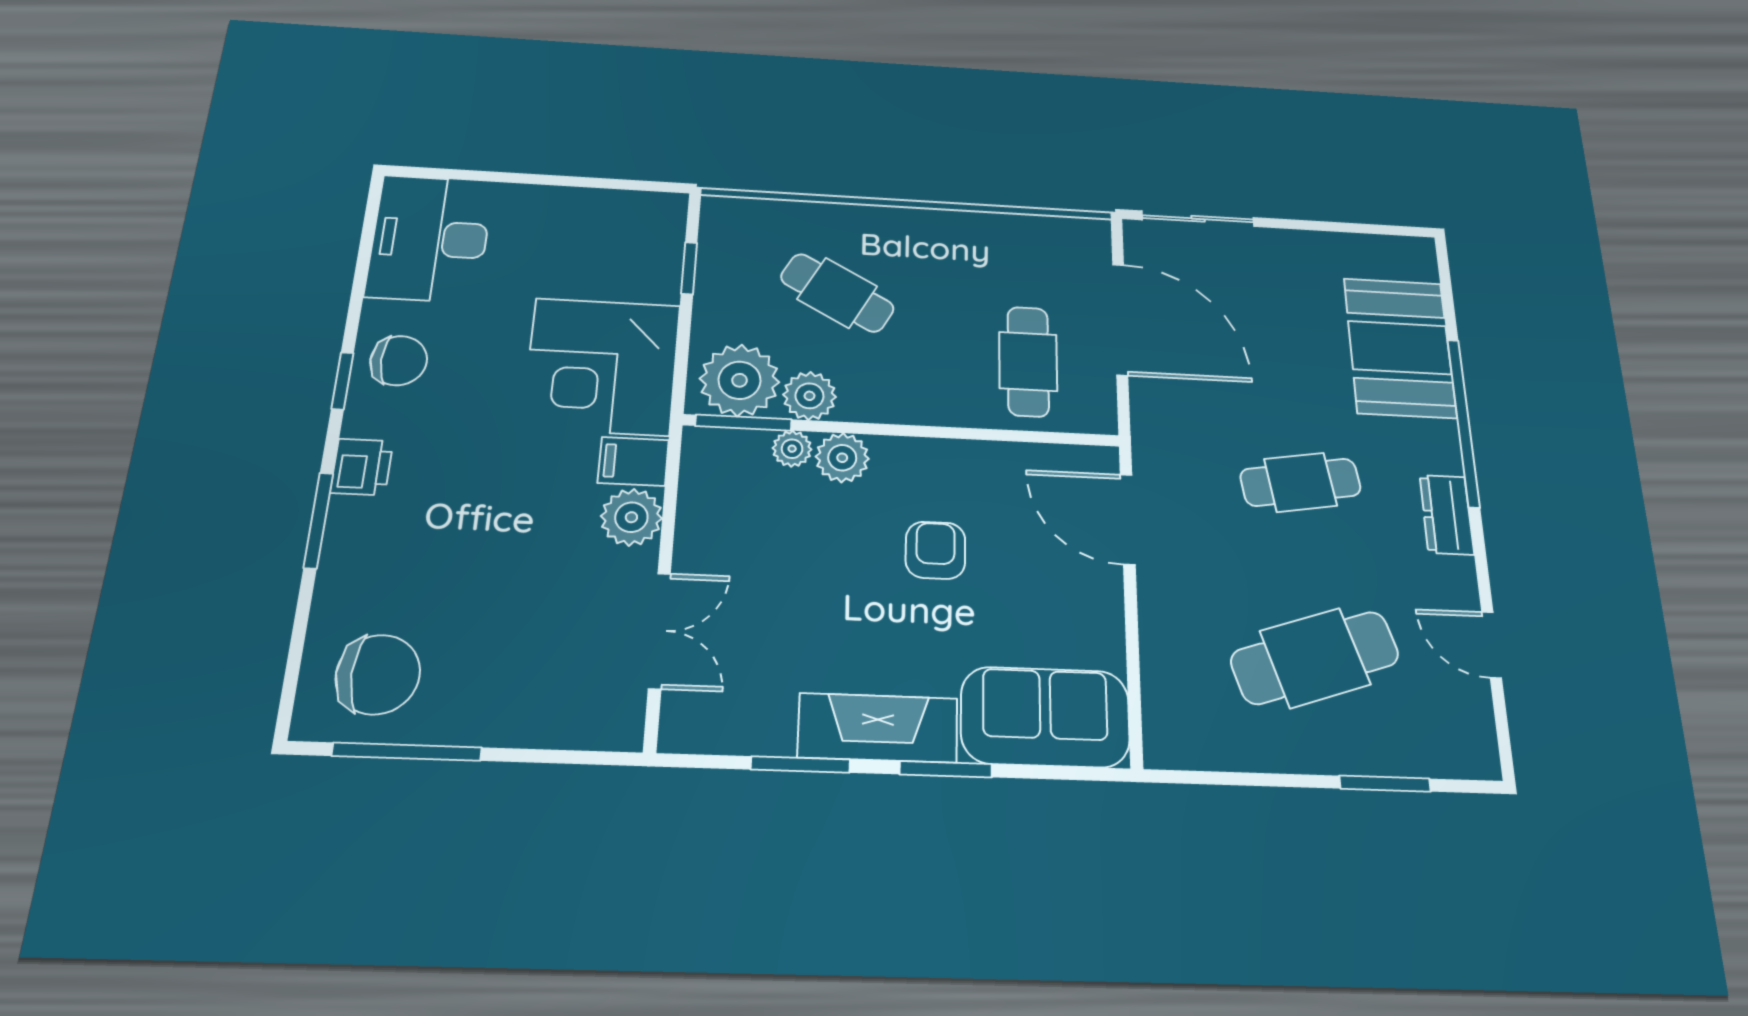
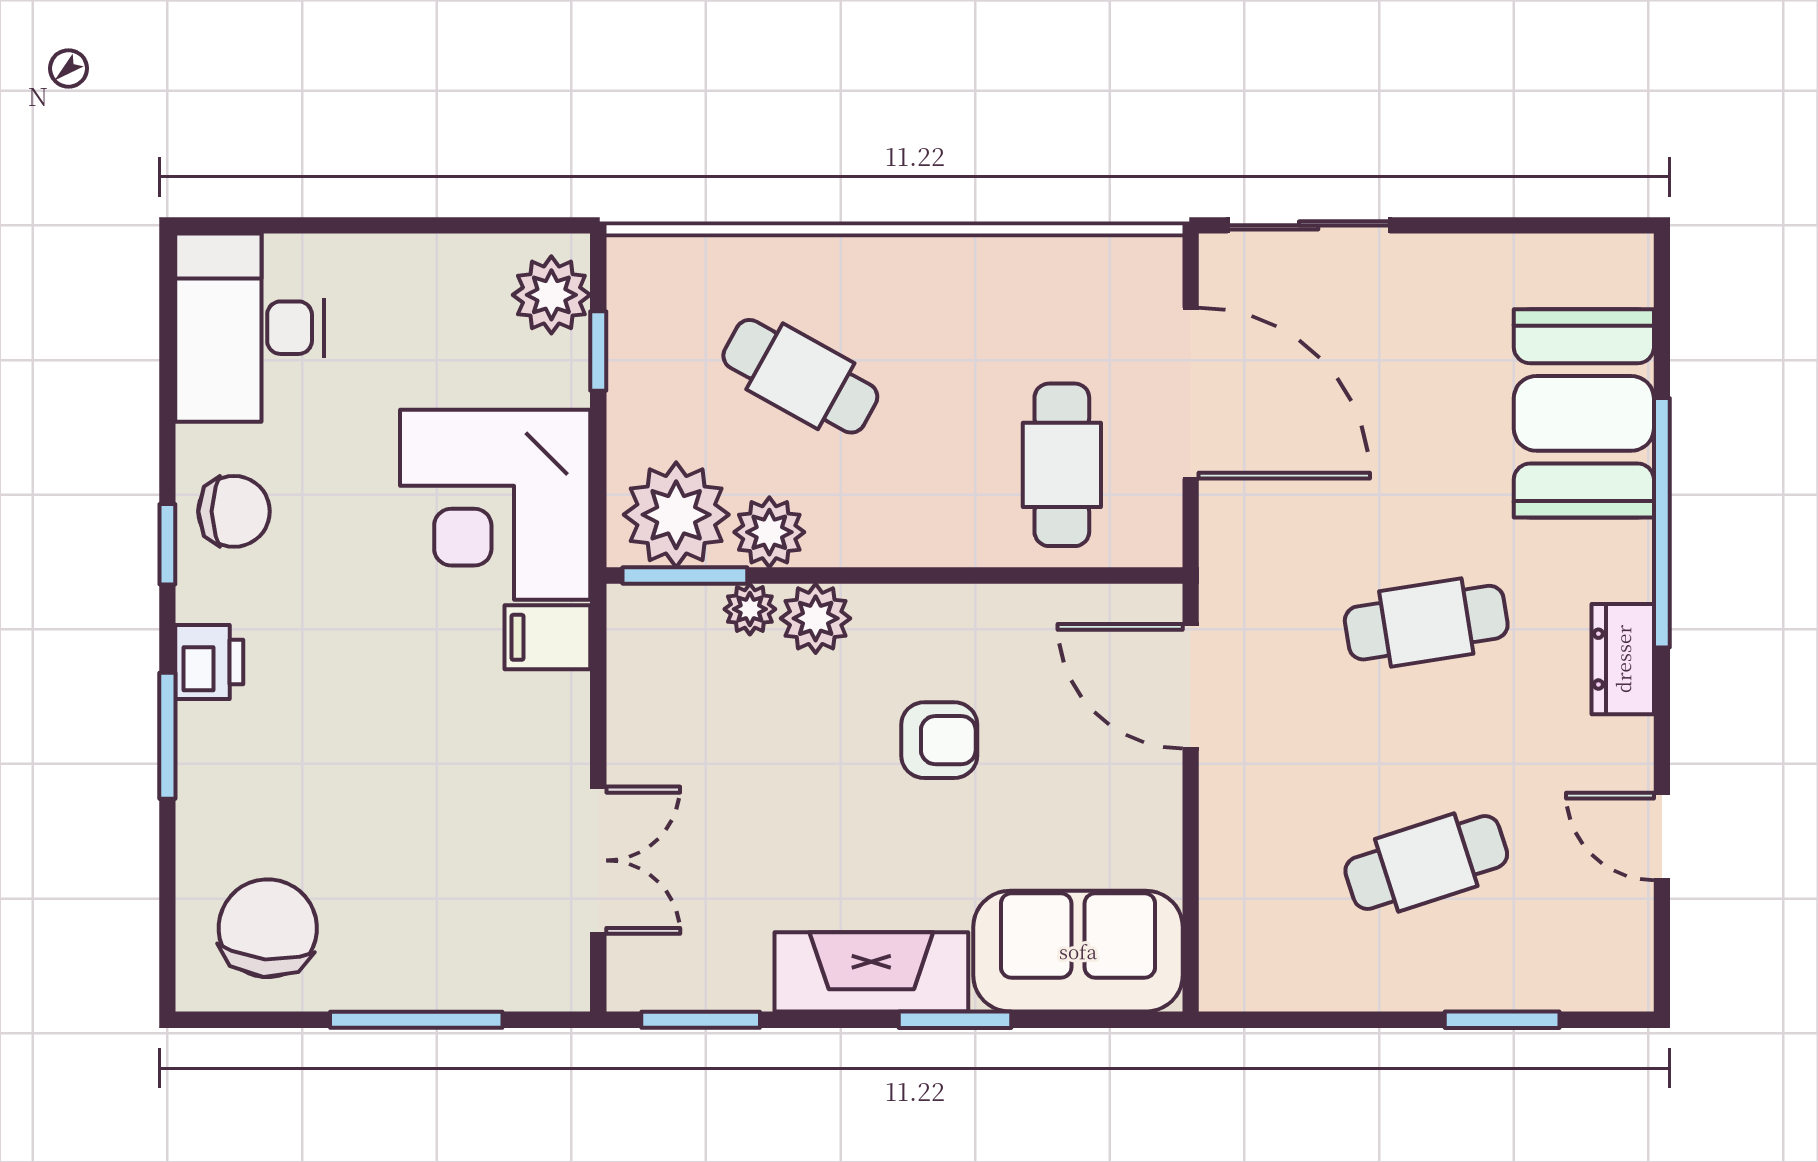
plant: (631, 517) -> (551, 295), moved
armchair: (935, 550) -> (939, 740), turned 90
cafe table: (1315, 658) -> (1426, 863), width x0.73, depth x0.74
chair: (378, 675) -> (268, 928), turned -85
window: (407, 752) -> (416, 1020), moved
window: (801, 764) -> (701, 1020), moved

